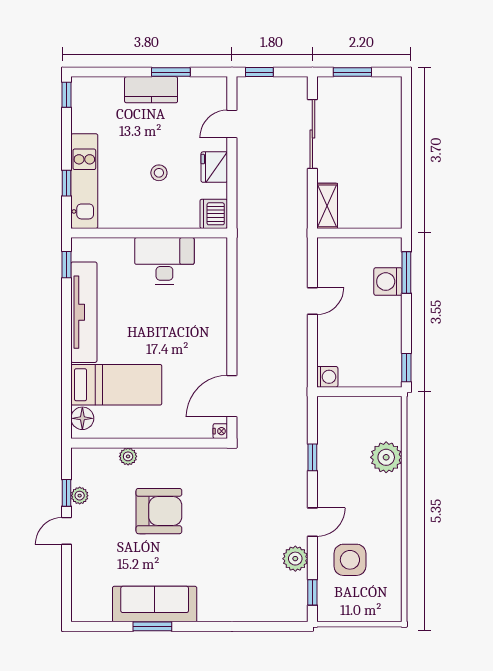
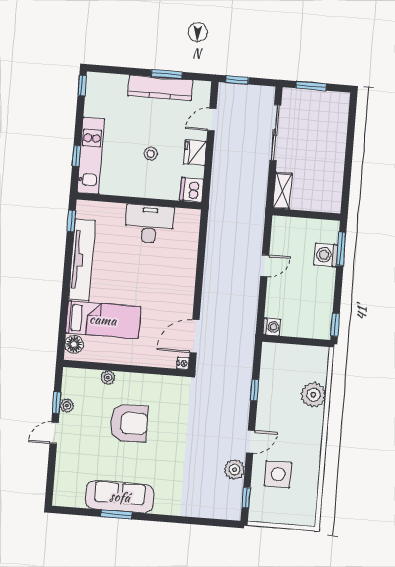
kitchen counter: (151, 90) -> (160, 88), width x1.50

